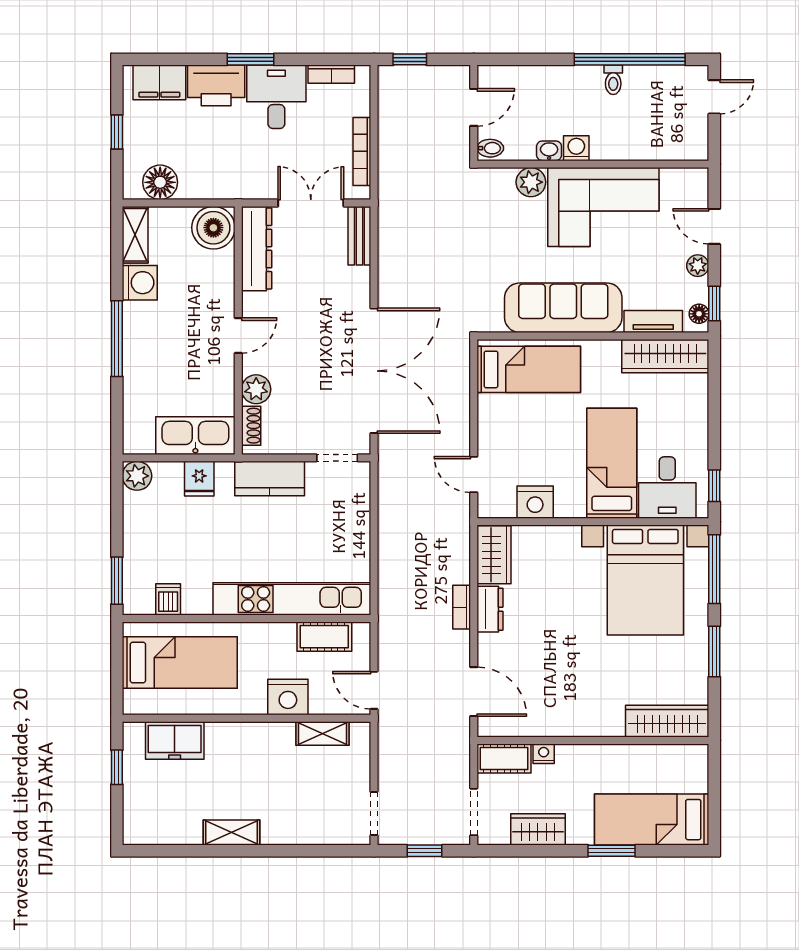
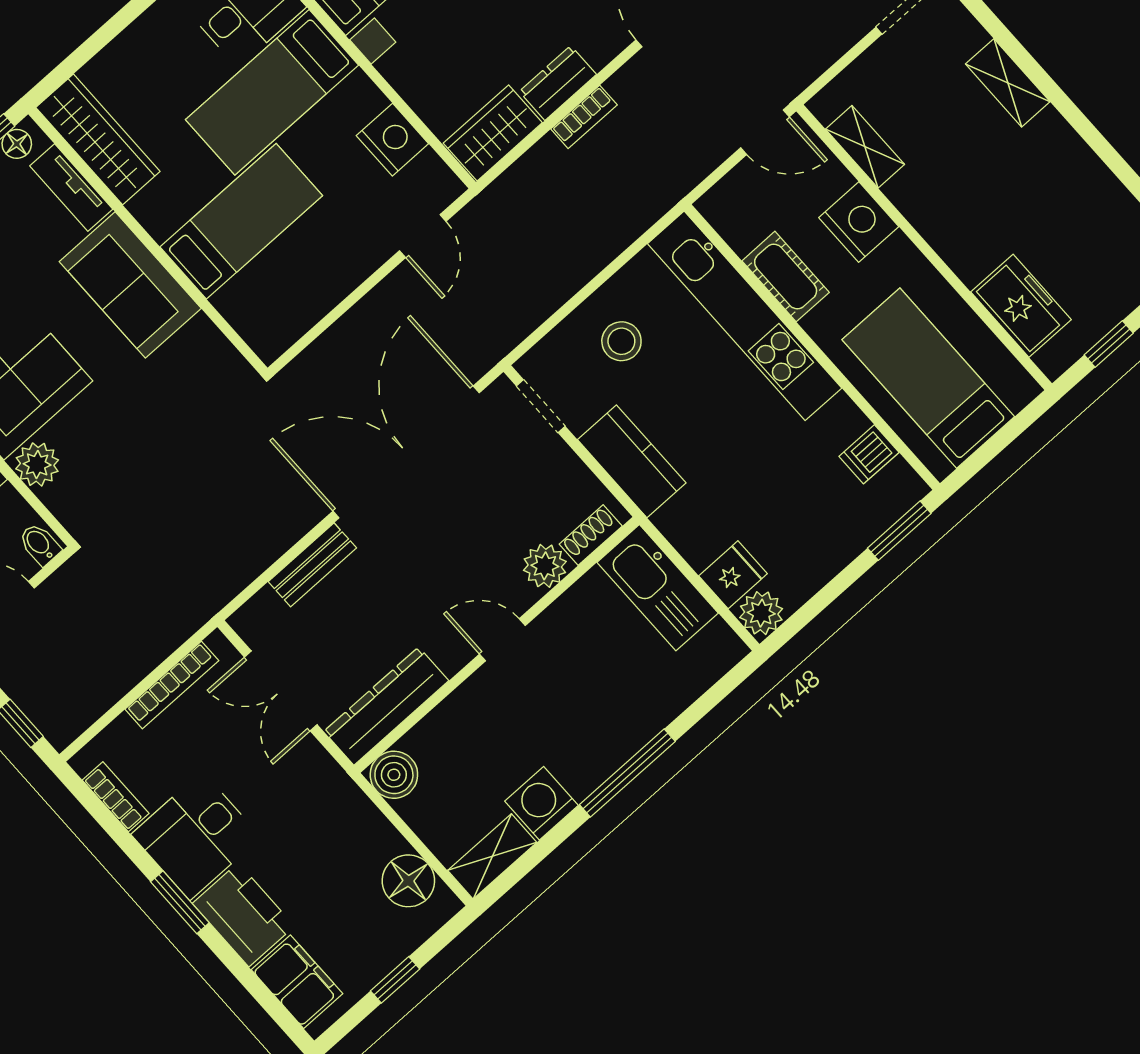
boiler: (213, 228) -> (394, 775), width x0.73, depth x0.73
bench: (359, 236) -> (312, 565), moved
sofa: (563, 308) -> (130, 285), width x0.73
bed: (529, 369) -> (241, 221), moved, turned 90
fridge: (199, 479) -> (733, 575), moved
stool: (334, 527) -> (621, 341), added
cot: (324, 637) -> (786, 277), moved
door: (374, 690) -> (765, 132), hinge flipped
shelving: (231, 833) -> (1008, 83), moved

